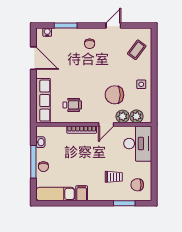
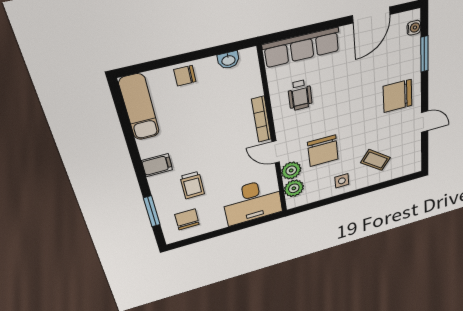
chair: (90, 44) -> (398, 96), width x1.87, depth x1.87
coffee table: (137, 50) -> (375, 160), moved
chair: (114, 95) -> (323, 151), turned 180
window: (33, 162) -> (190, 57), removed
filing cabinet: (82, 193) -> (157, 165), moved

